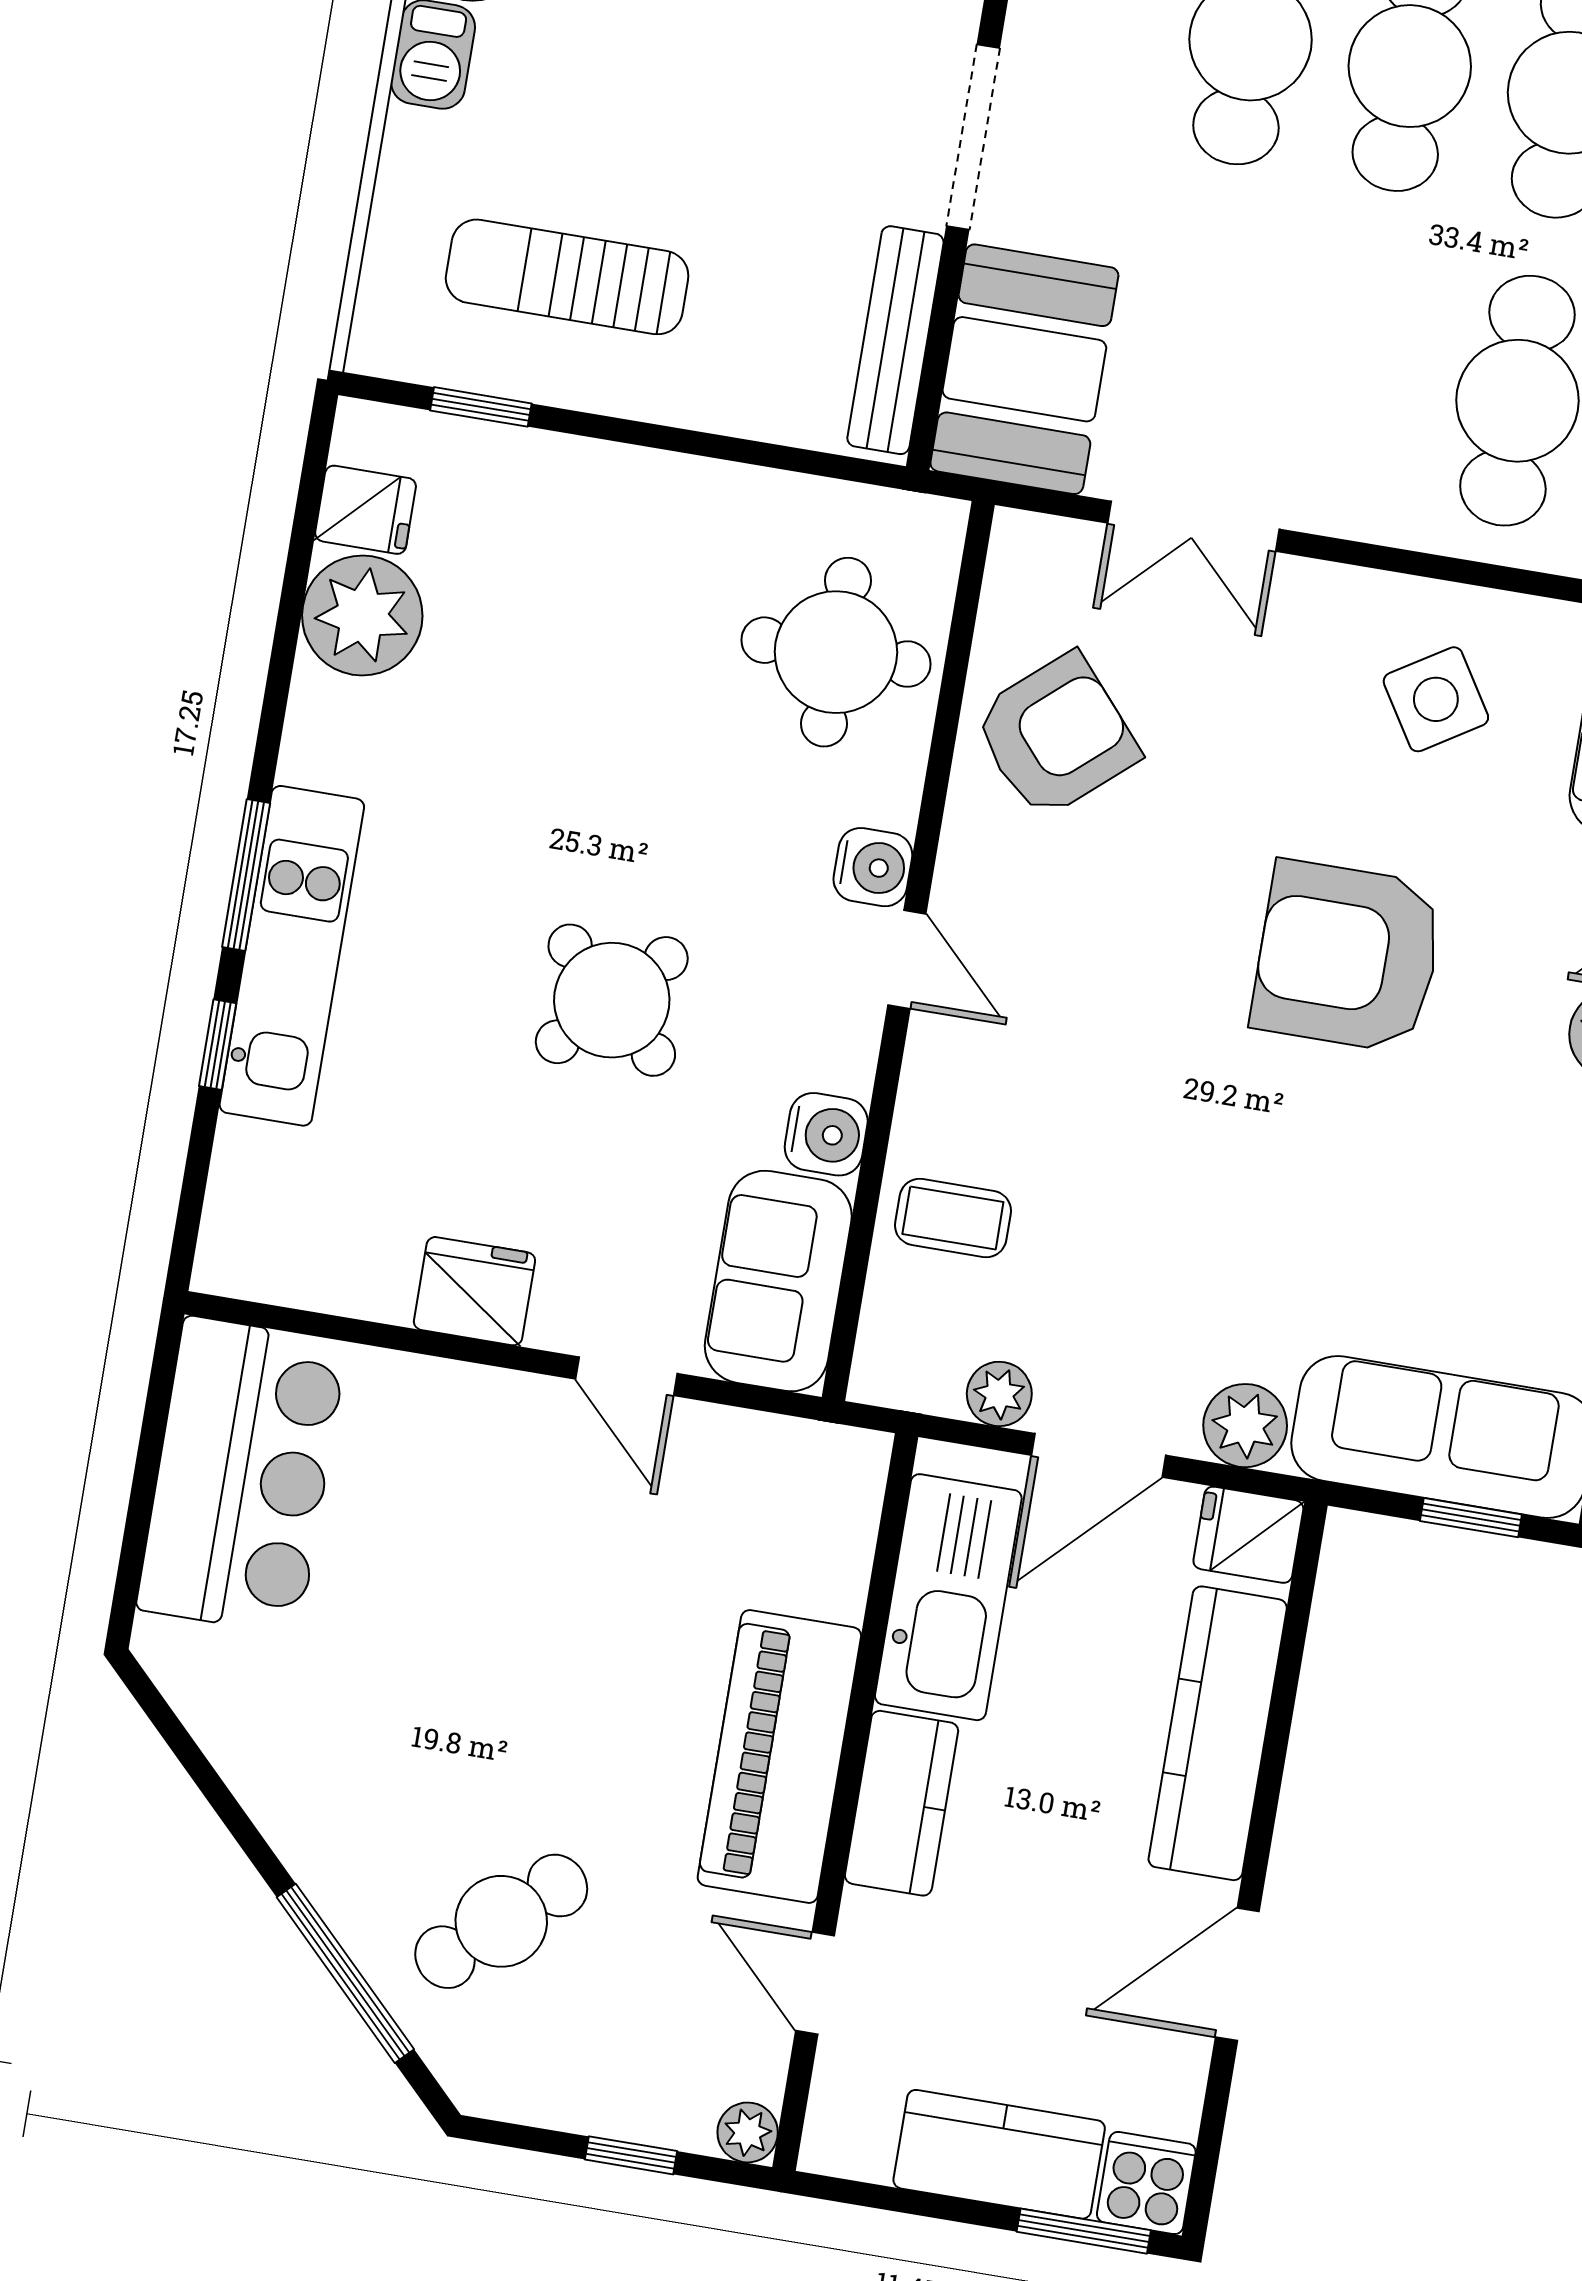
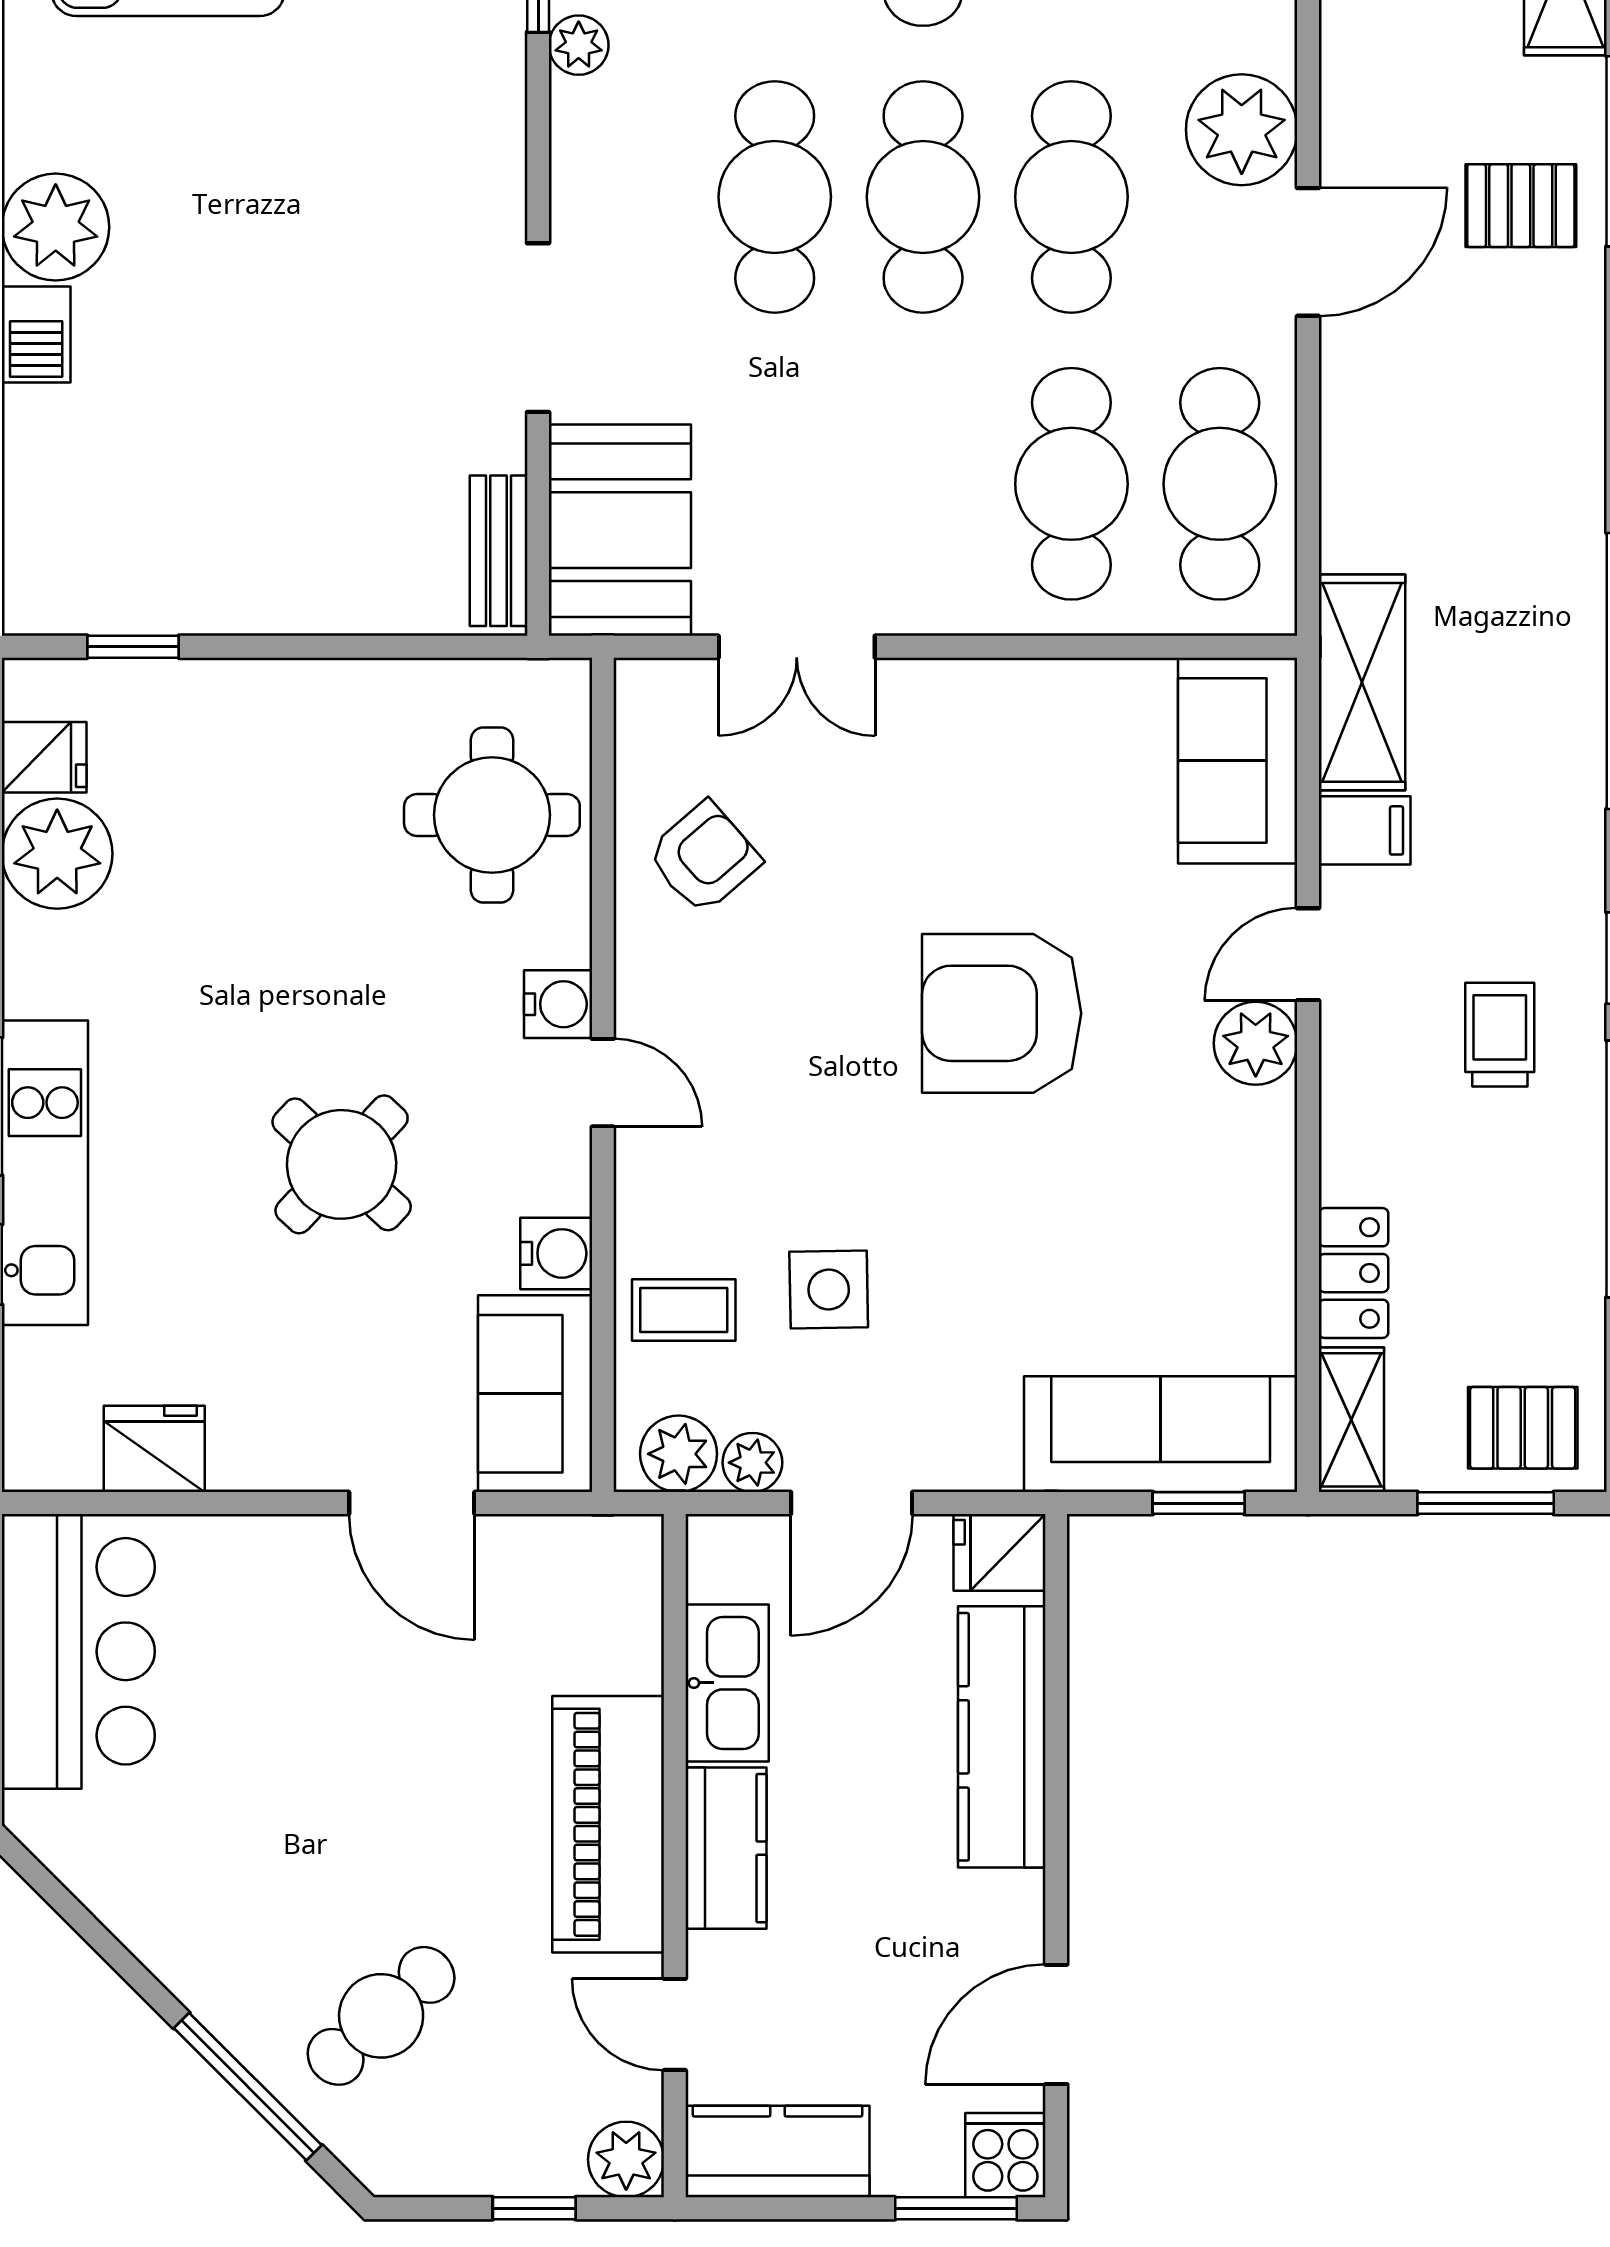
sun lounger: (567, 277) -> (191, 516), removed
bench: (895, 340) -> (499, 551), width x0.73
side table: (1436, 699) -> (829, 1289), moved, turned 31
armchair: (1056, 736) -> (704, 858), width x0.72, depth x0.72
fridge: (474, 1291) -> (154, 1449), moved
door: (626, 1376) -> (412, 1503), width x1.38
plant: (1245, 1426) -> (679, 1454), moved
kitchen sink: (948, 1597) -> (727, 1683), width x0.73, depth x0.81
door: (1237, 1974) -> (1056, 2024), moved
plant: (748, 2132) -> (626, 2159), width x1.38, depth x1.38
kitchen counter: (999, 2154) -> (777, 2151), moved

